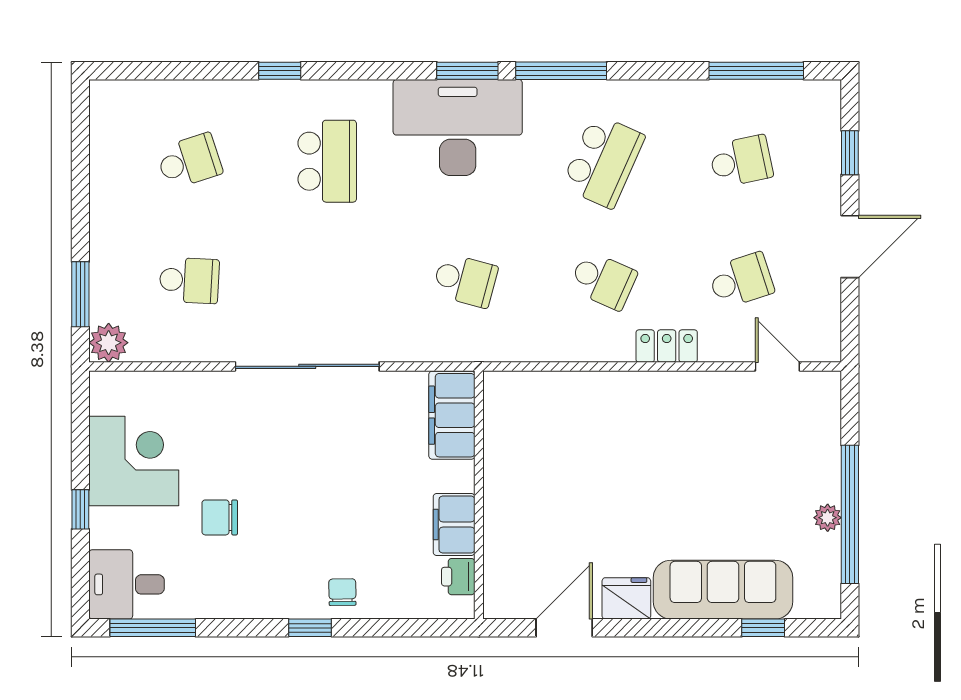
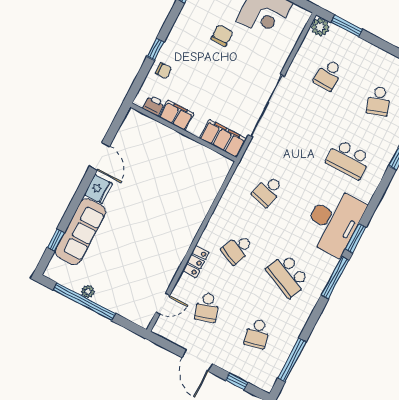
filing cabinet: (452, 415) -> (223, 138), moved
wall: (479, 495) -> (183, 132), moved
filing cabinet: (454, 524) -> (176, 115), moved
printer: (458, 577) -> (154, 106), moved

